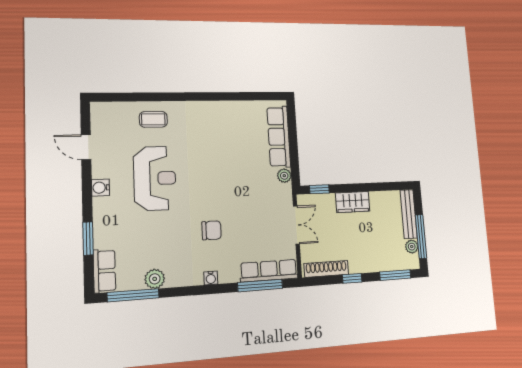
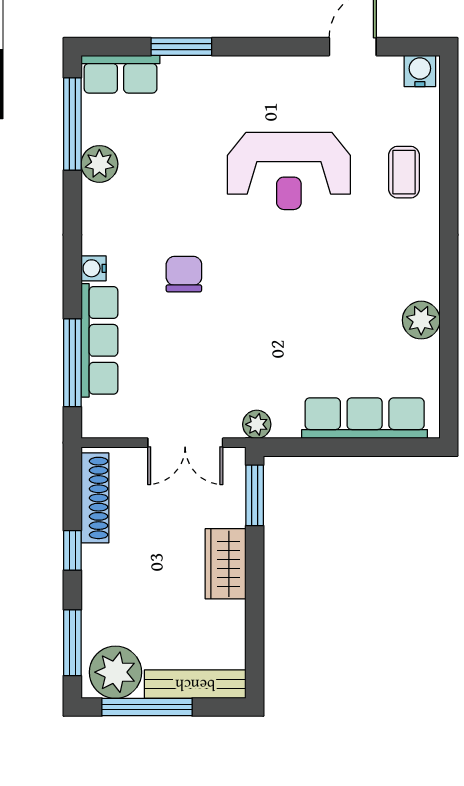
plant: (229, 110) -> (421, 320), added
plant: (284, 176) -> (257, 424), moved
water cooler: (101, 188) -> (420, 71), moved
window: (319, 189) -> (255, 495), width x1.50
chair: (212, 230) -> (184, 274), turned 180
plant: (412, 247) -> (115, 672), width x1.88, depth x1.88
row of seats: (269, 271) -> (99, 340), moved

